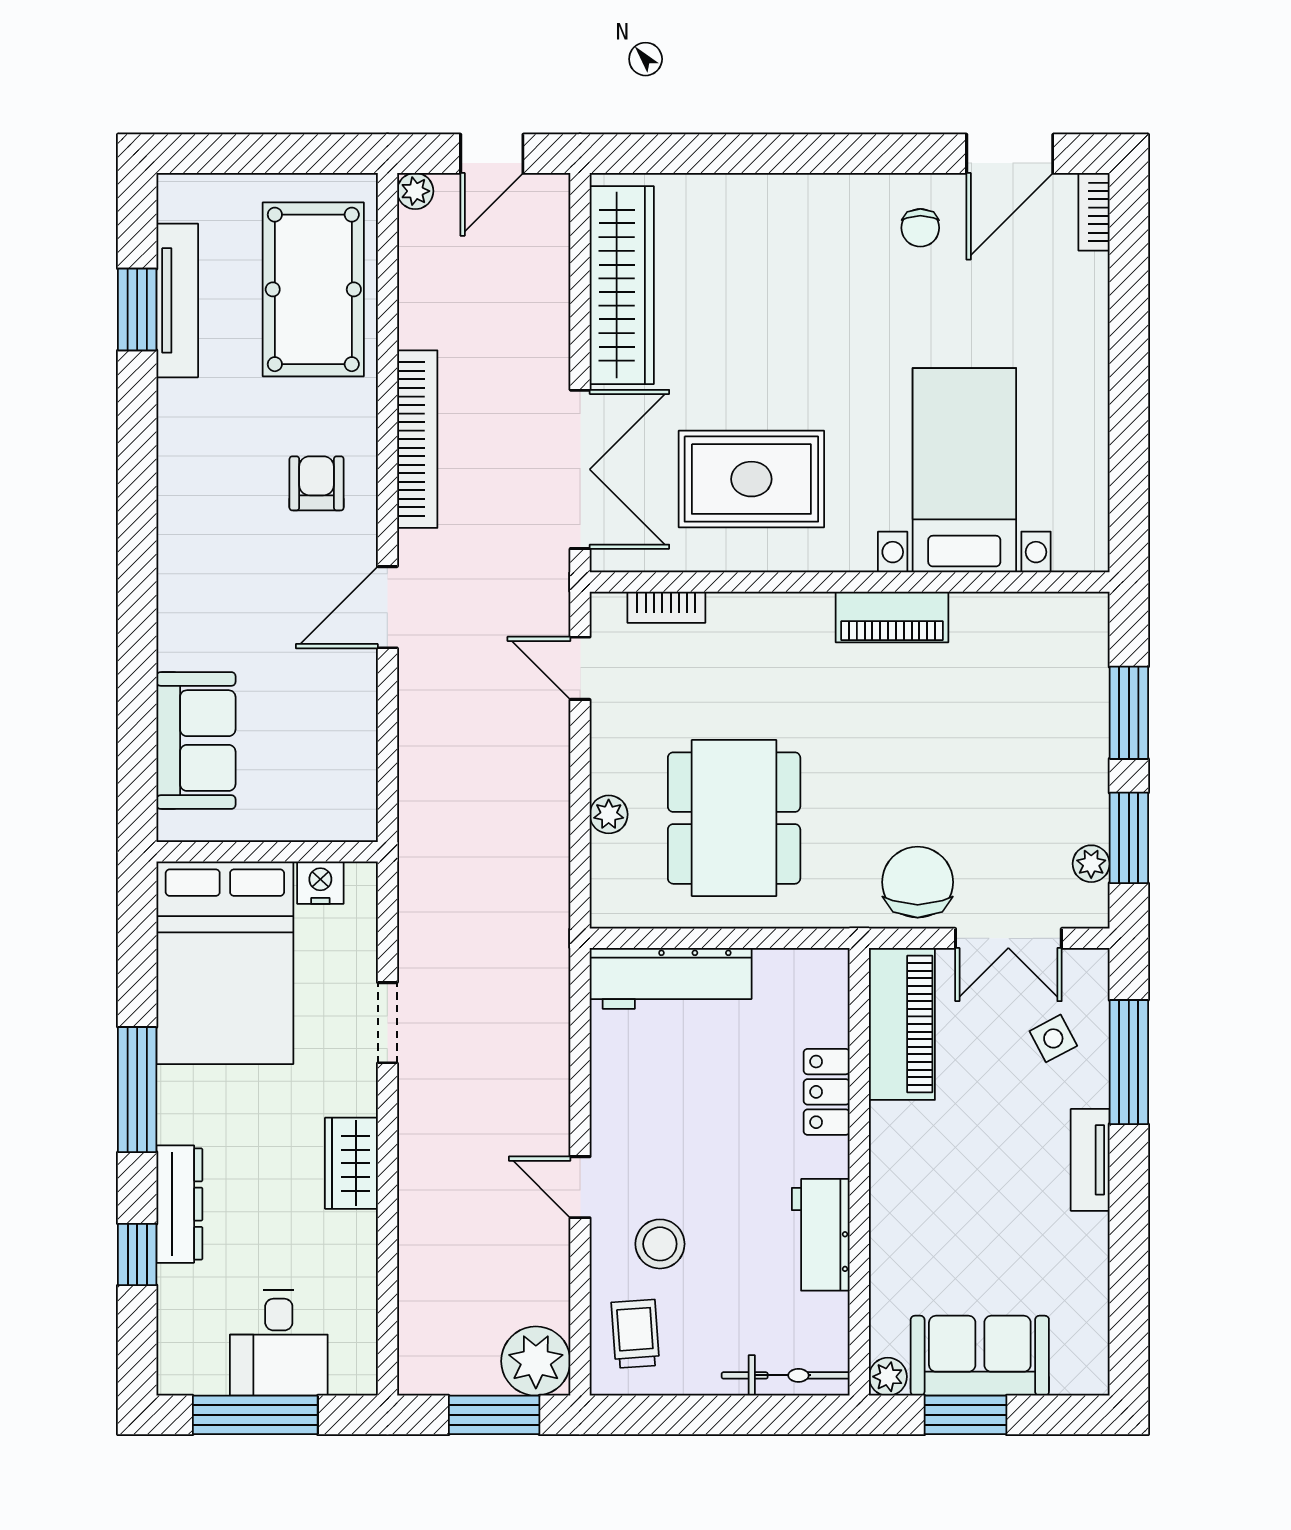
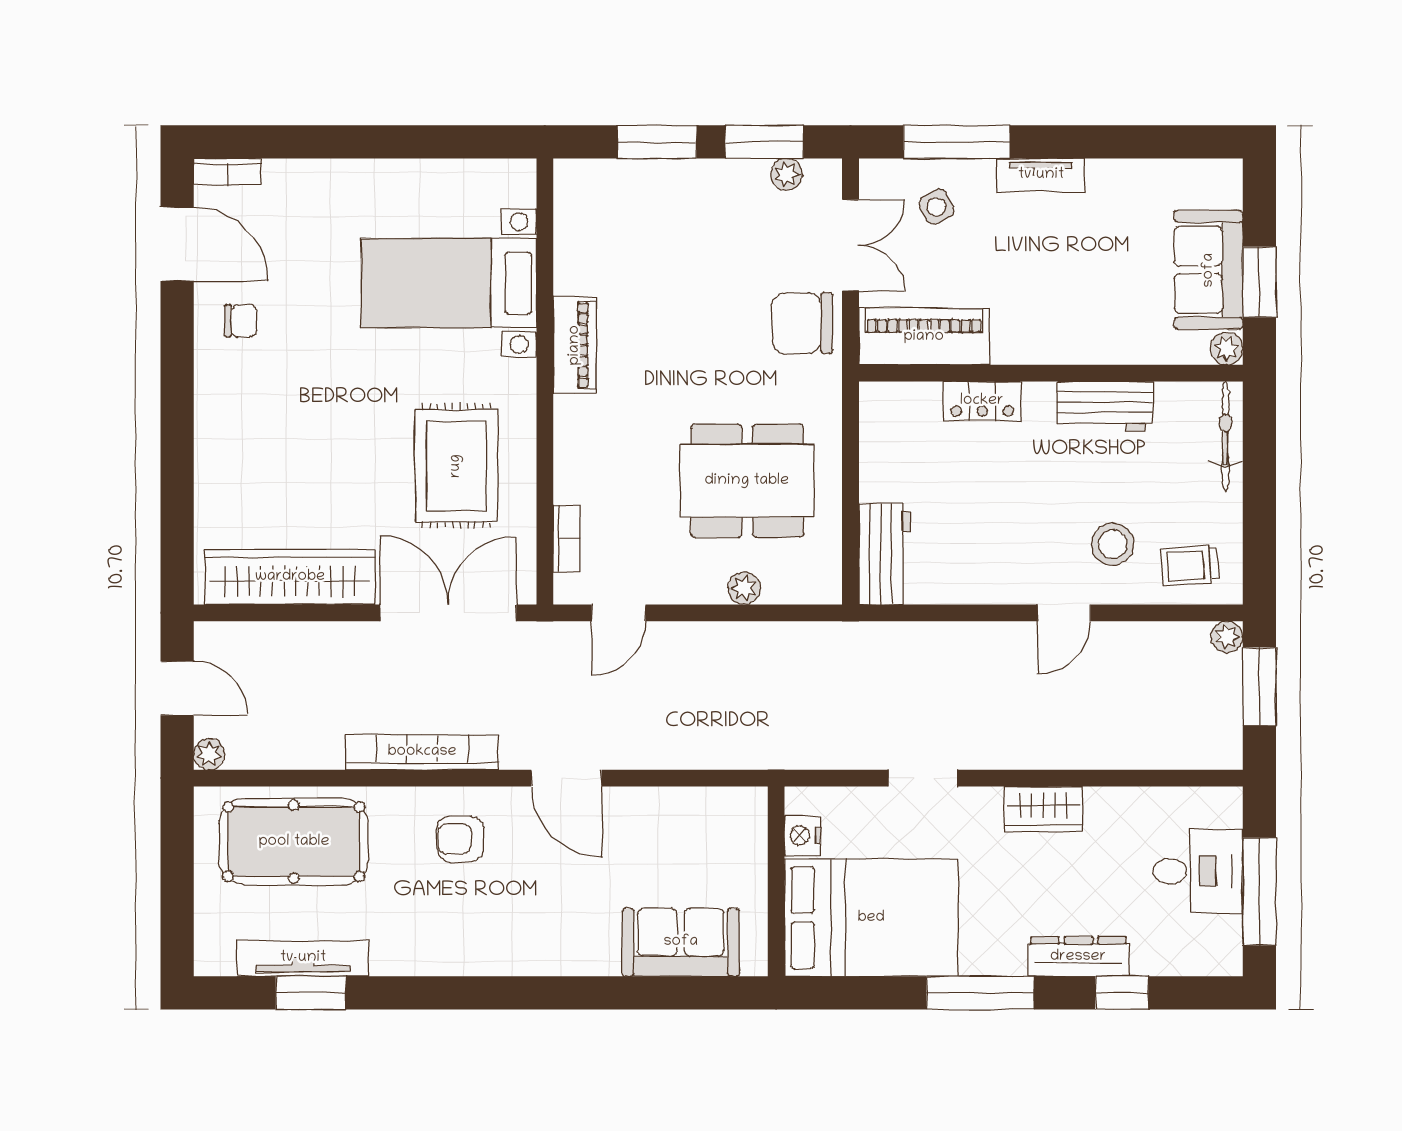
workbench: (671, 978) -> (885, 554), width x0.73
plant: (536, 1361) -> (1227, 637), width x0.53, depth x0.53

